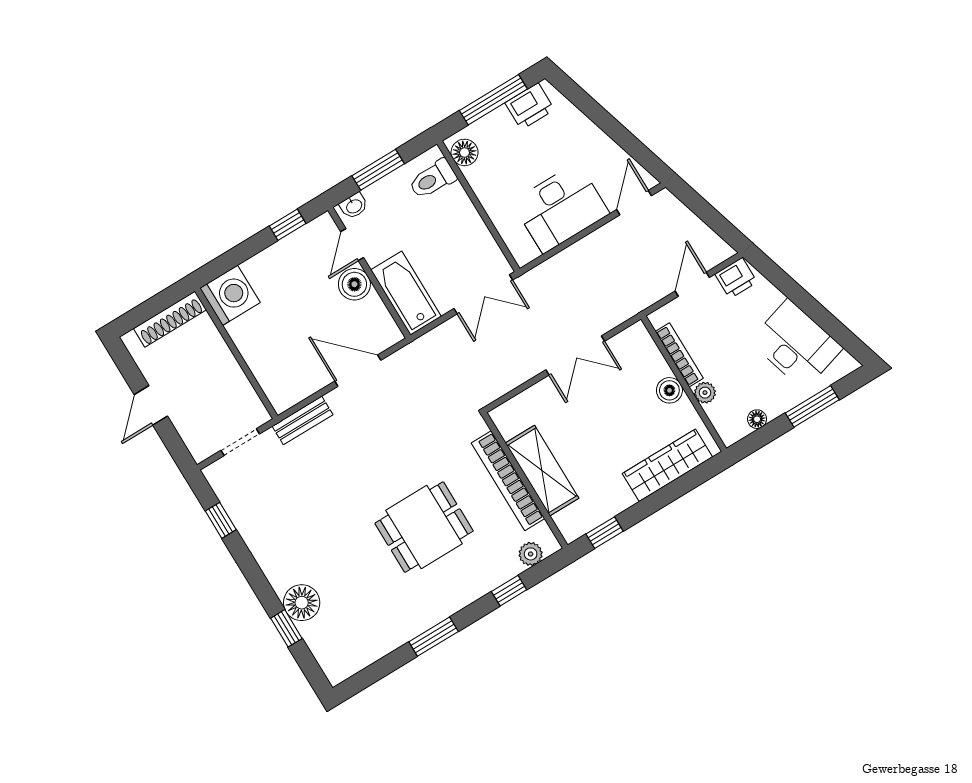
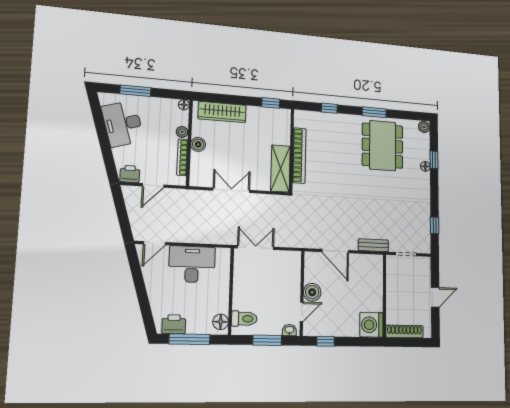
bathtub: (406, 293) -> (291, 272), removed
floor lamp: (757, 419) -> (184, 105), moved
shelving: (542, 471) -> (280, 168), moved
dining table: (424, 527) -> (383, 146), moved, width x1.37
plant: (531, 554) -> (424, 127), moved
floor lamp: (302, 603) -> (425, 166), width x0.53, depth x0.53

